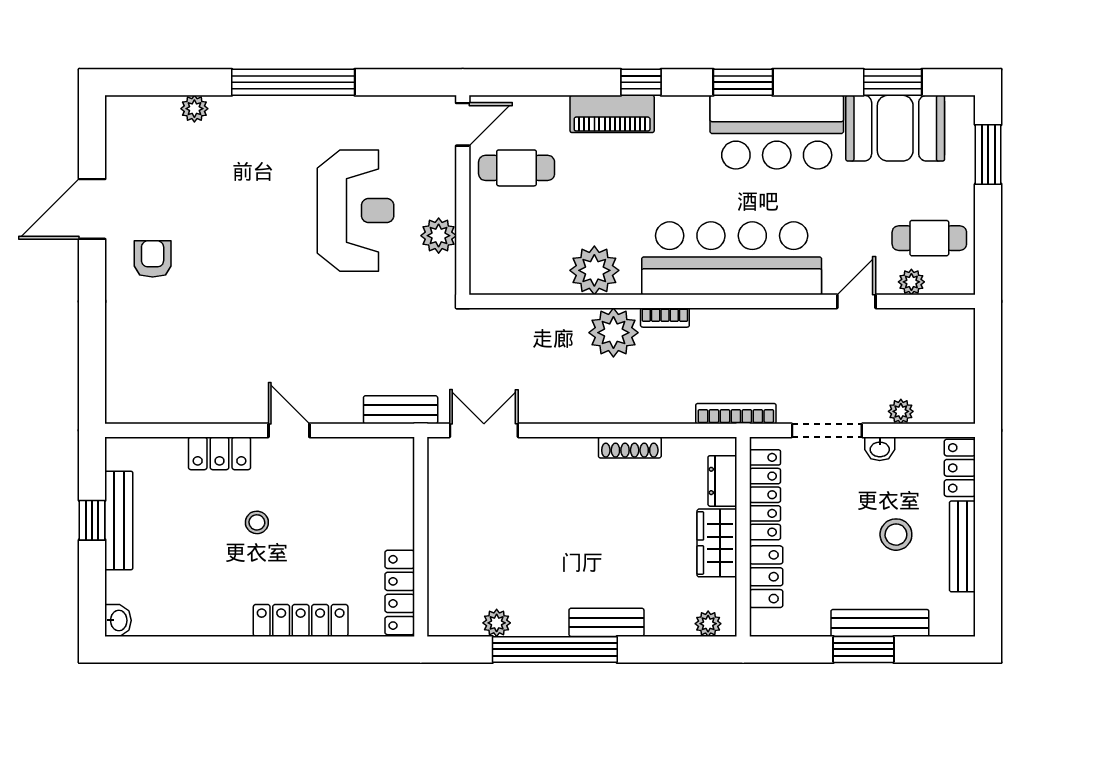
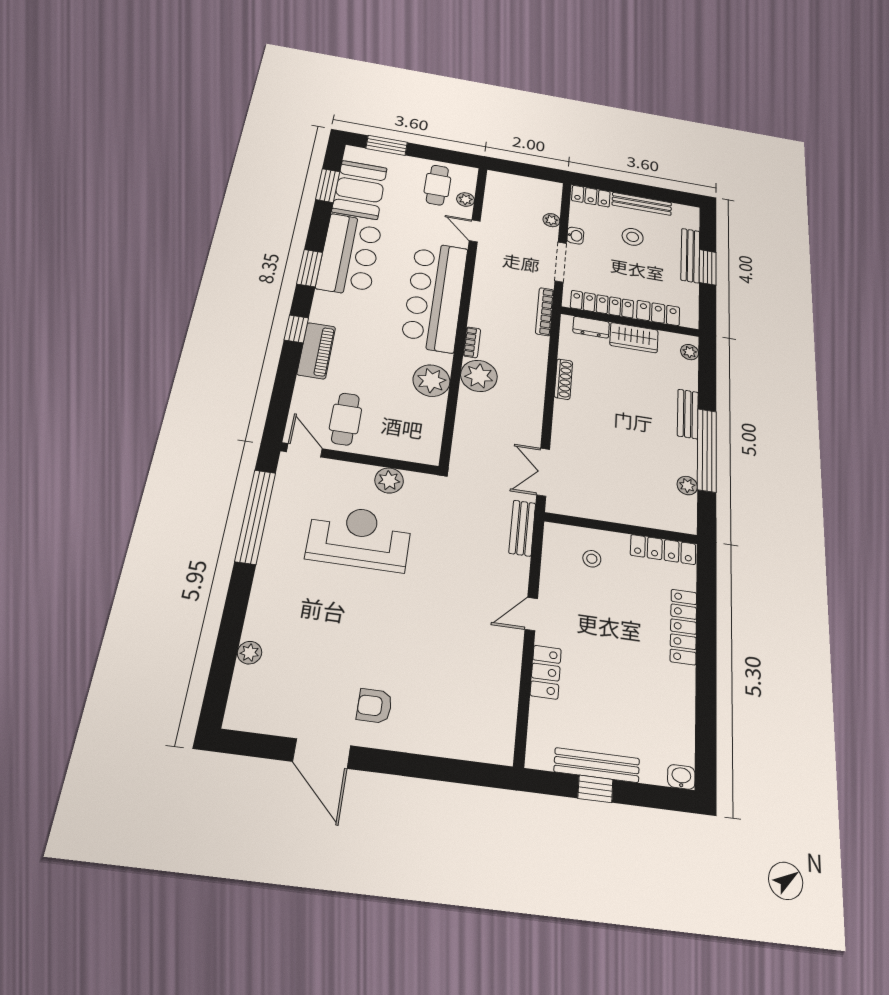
window: (293, 82) -> (255, 517), moved
stool: (257, 522) -> (592, 559), moved

